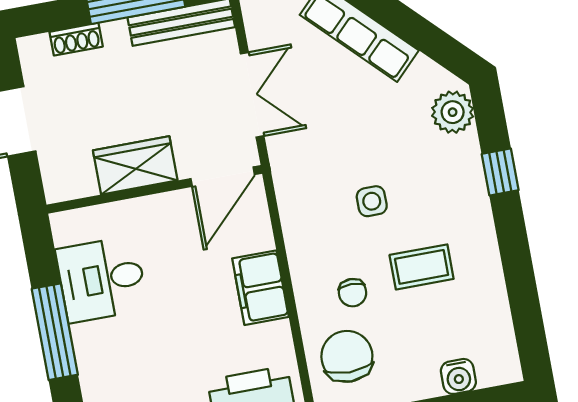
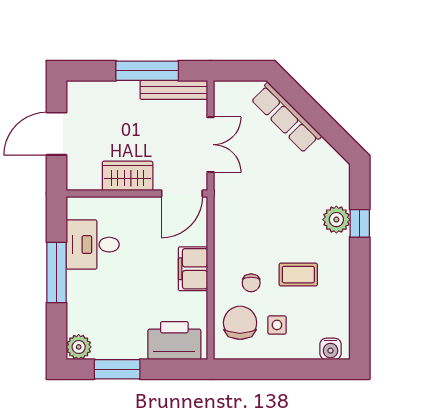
shoe rack: (76, 39) -> (105, 88), removed
plant: (453, 112) -> (336, 220), moved
side table: (372, 201) -> (277, 325), moved
water cooler: (458, 376) -> (330, 349), moved

